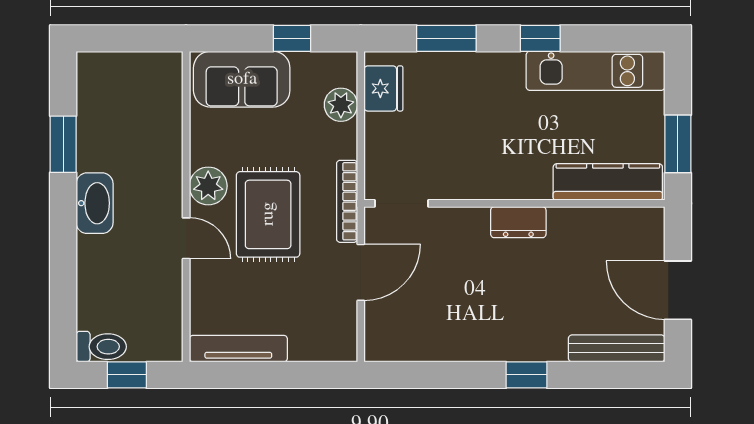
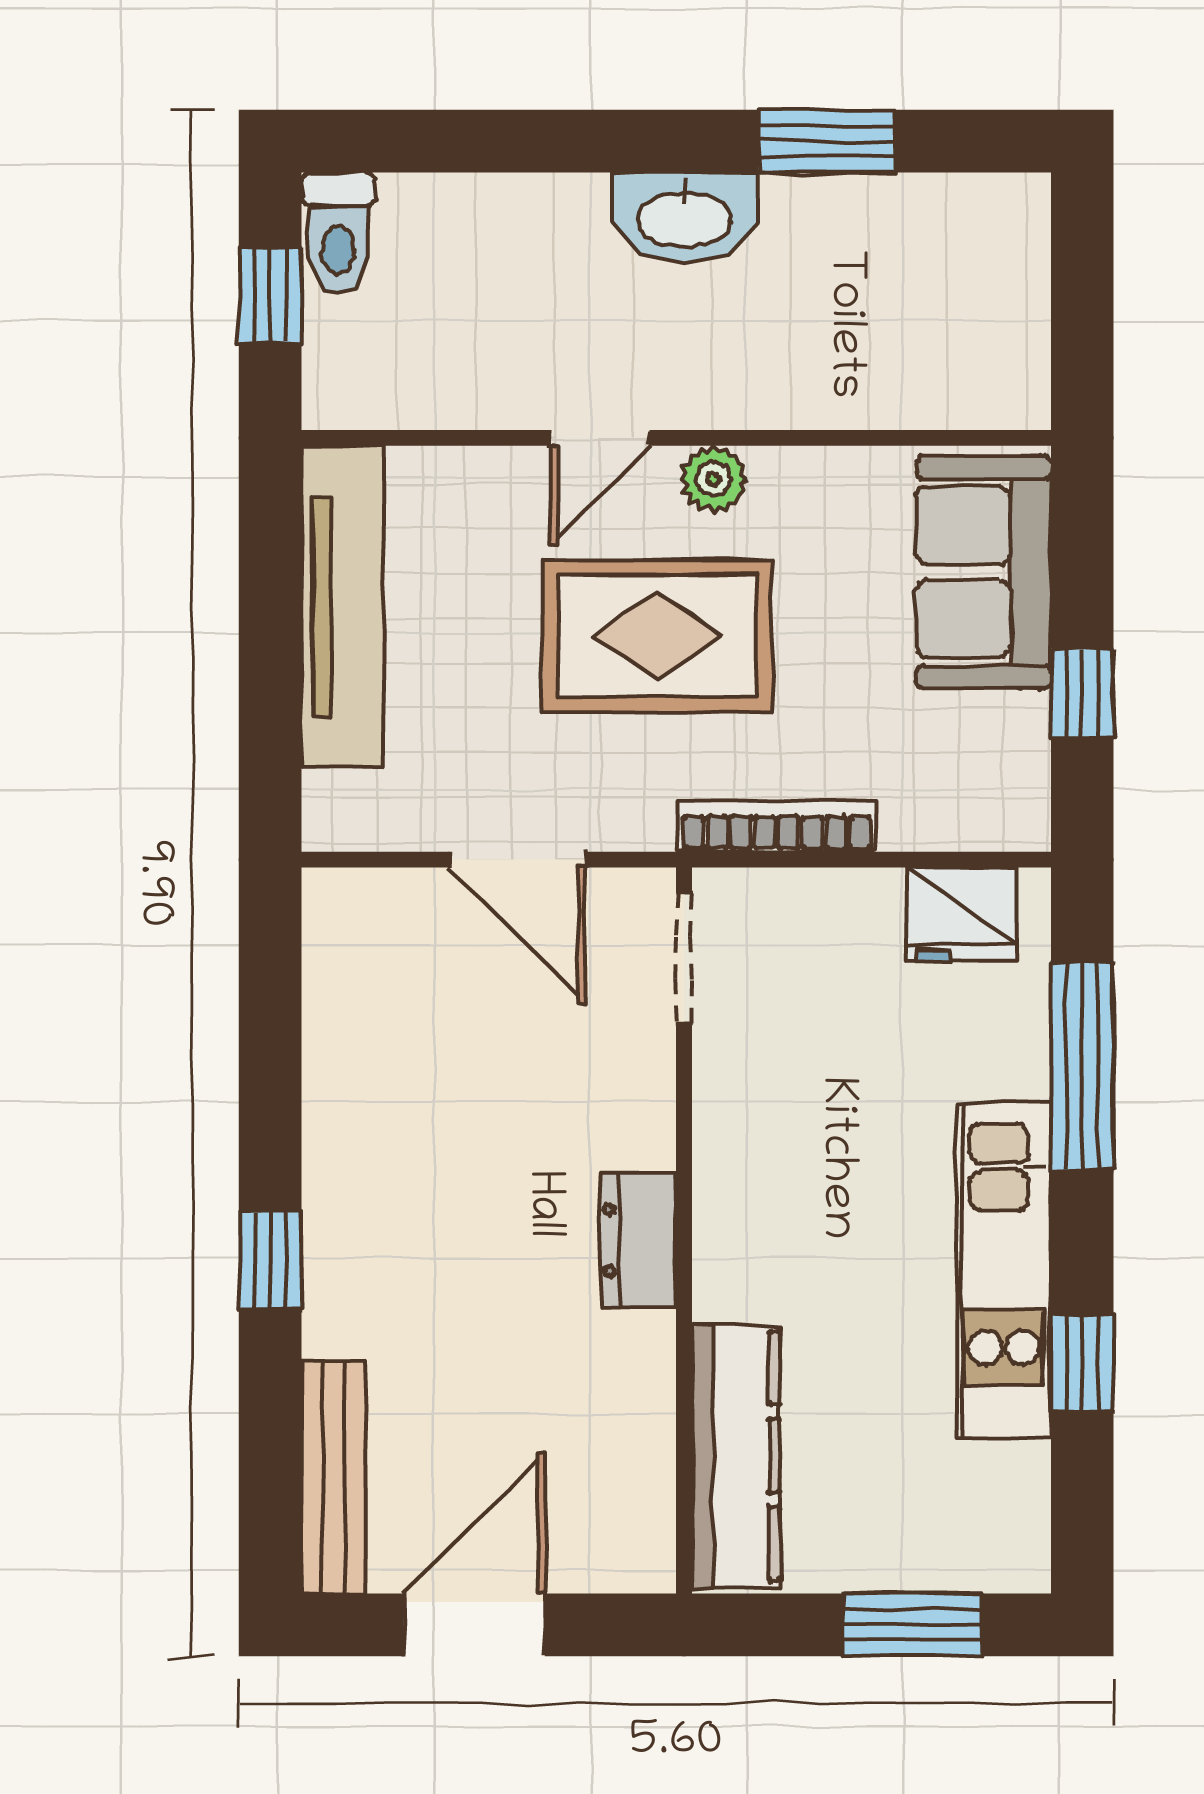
window: (446, 38) -> (1082, 1066), width x1.44
window: (540, 38) -> (1082, 1363), moved
kitchen unit: (596, 71) -> (1004, 1271), moved
plant: (341, 105) -> (922, 812), removed
window: (678, 144) -> (912, 1625), moved
plant: (208, 186) -> (713, 479), width x0.73, depth x0.73
bookcase: (347, 201) -> (777, 826), moved
tv unit: (238, 349) -> (343, 607), width x1.36, depth x1.29

